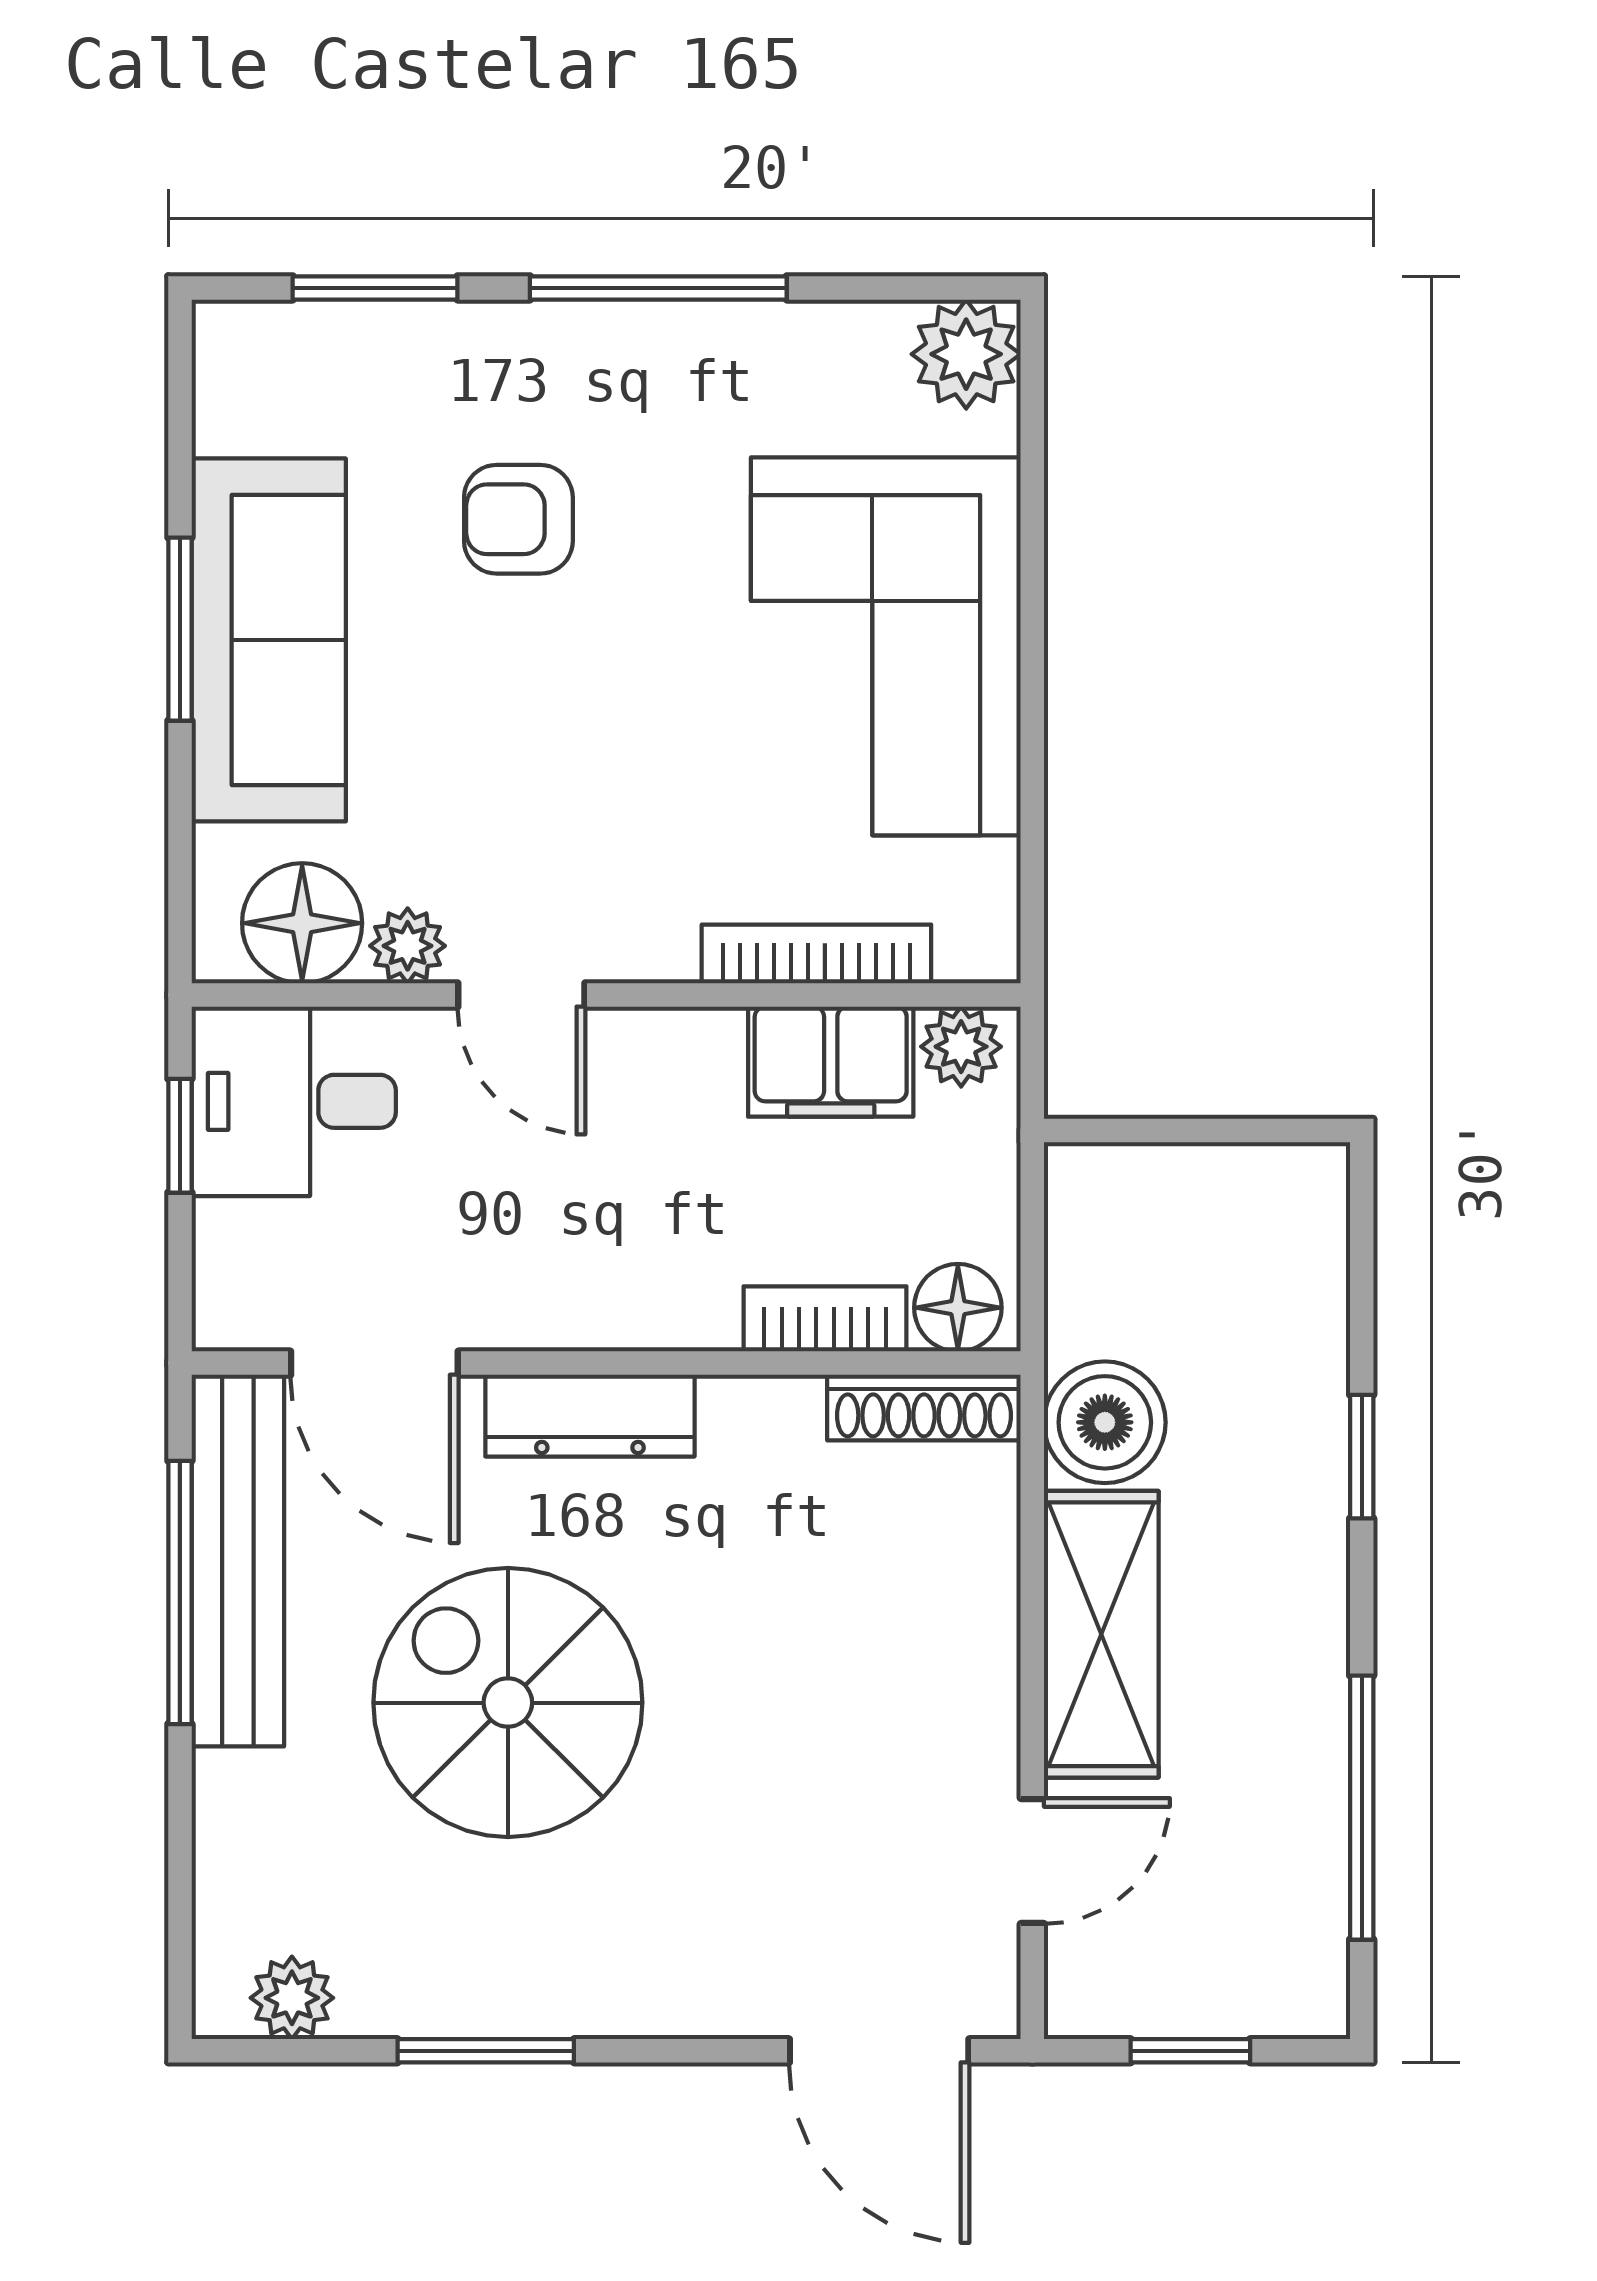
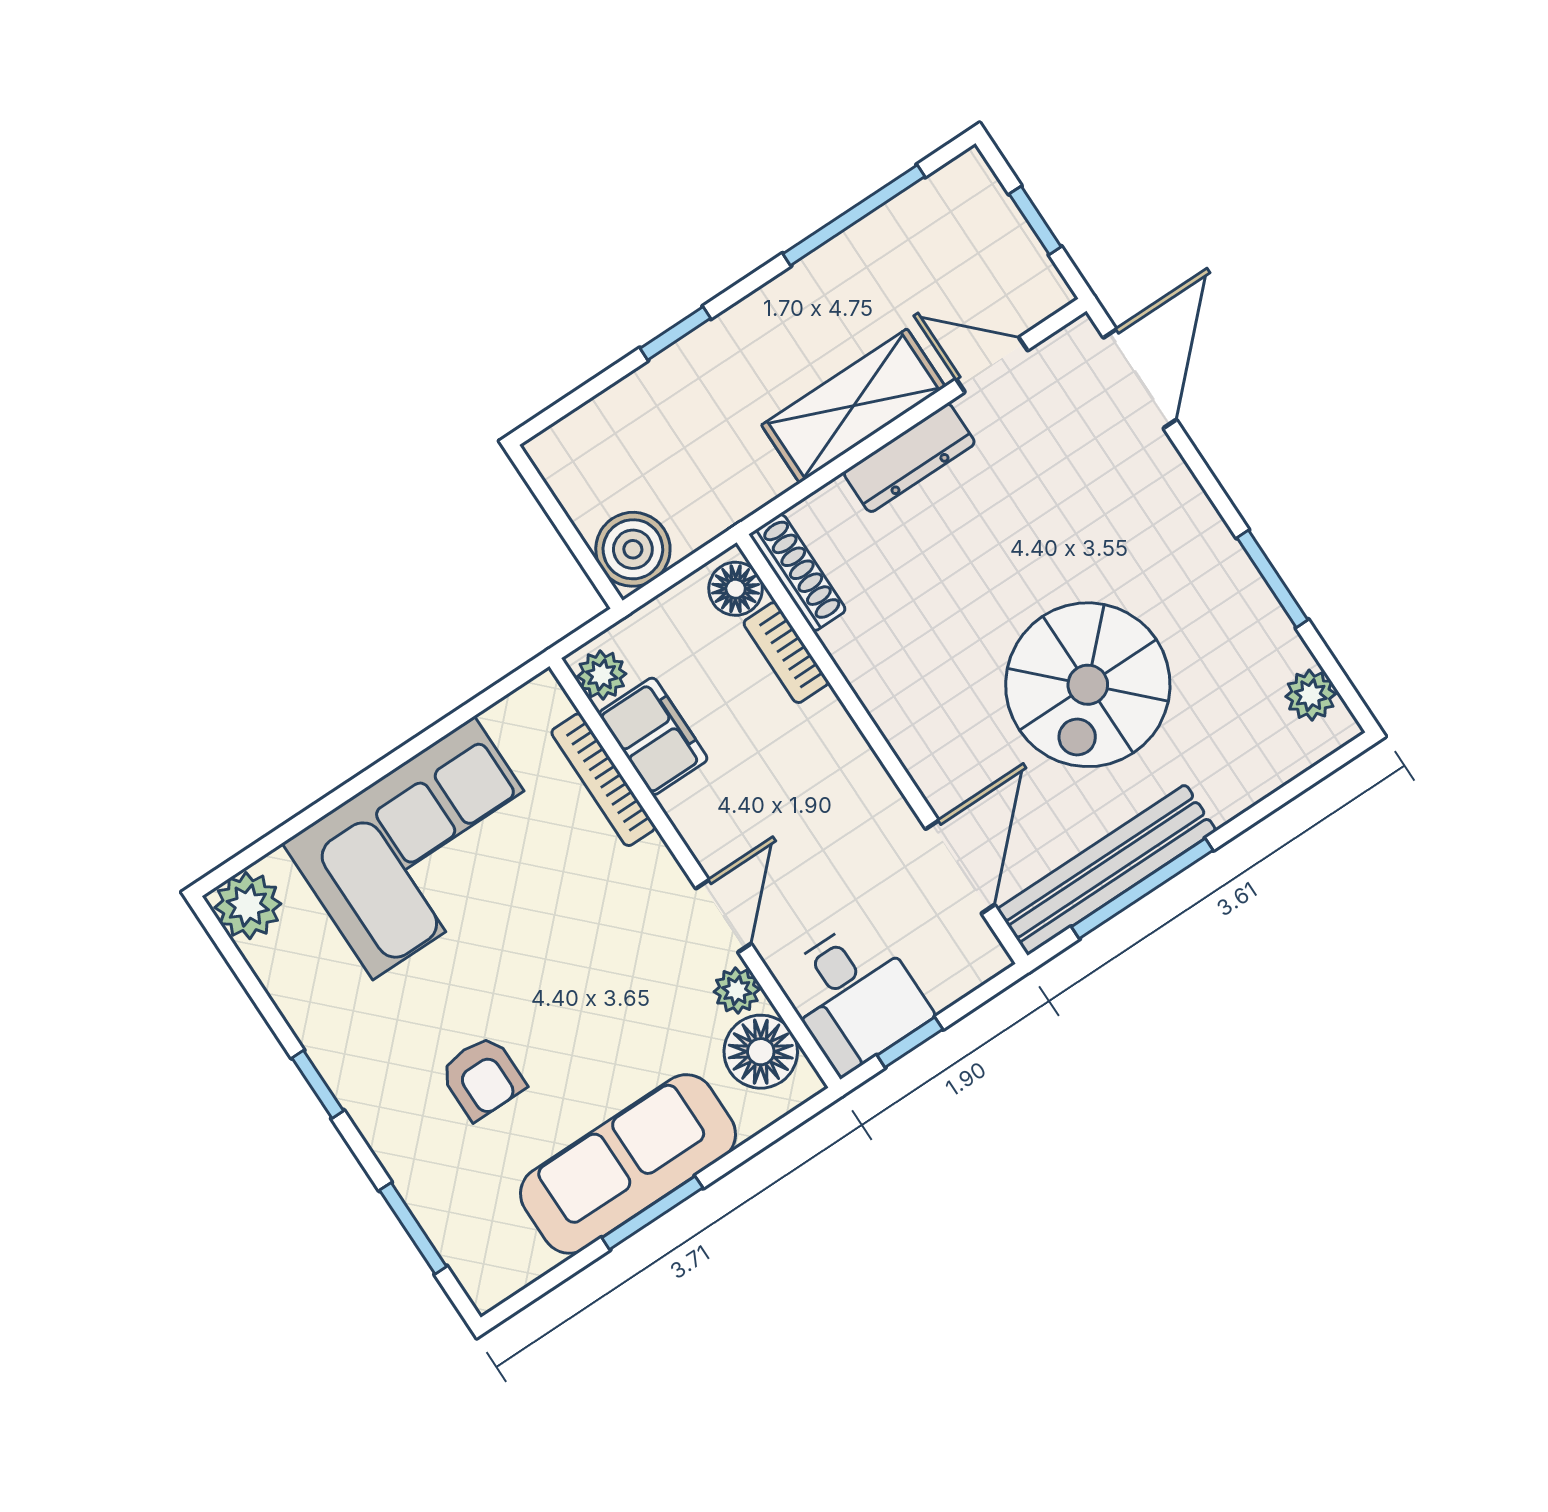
window: (658, 288) -> (318, 1084), width x0.46
dresser: (590, 1416) -> (909, 458), moved, turned 90
boiler: (1105, 1422) -> (633, 549), moved

